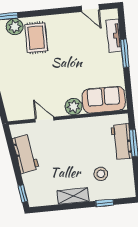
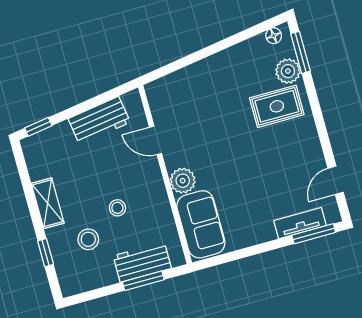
window: (125, 53) -> (314, 234), moved
door: (45, 120) -> (156, 140), swing flipped
stool: (84, 152) -> (117, 208), added

